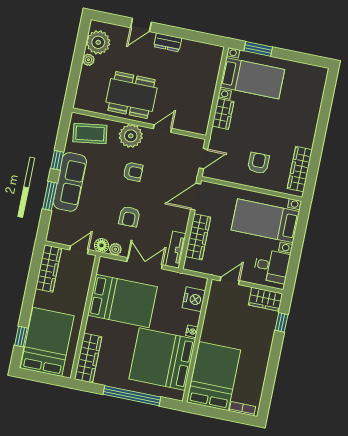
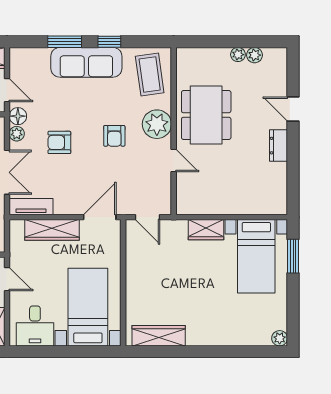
plant: (98, 42) -> (255, 55), width x0.53, depth x0.53
plant: (322, 73) -> (280, 338), added
armchair: (258, 163) -> (156, 285), removed
door: (196, 197) -> (100, 217), hinge flipped

